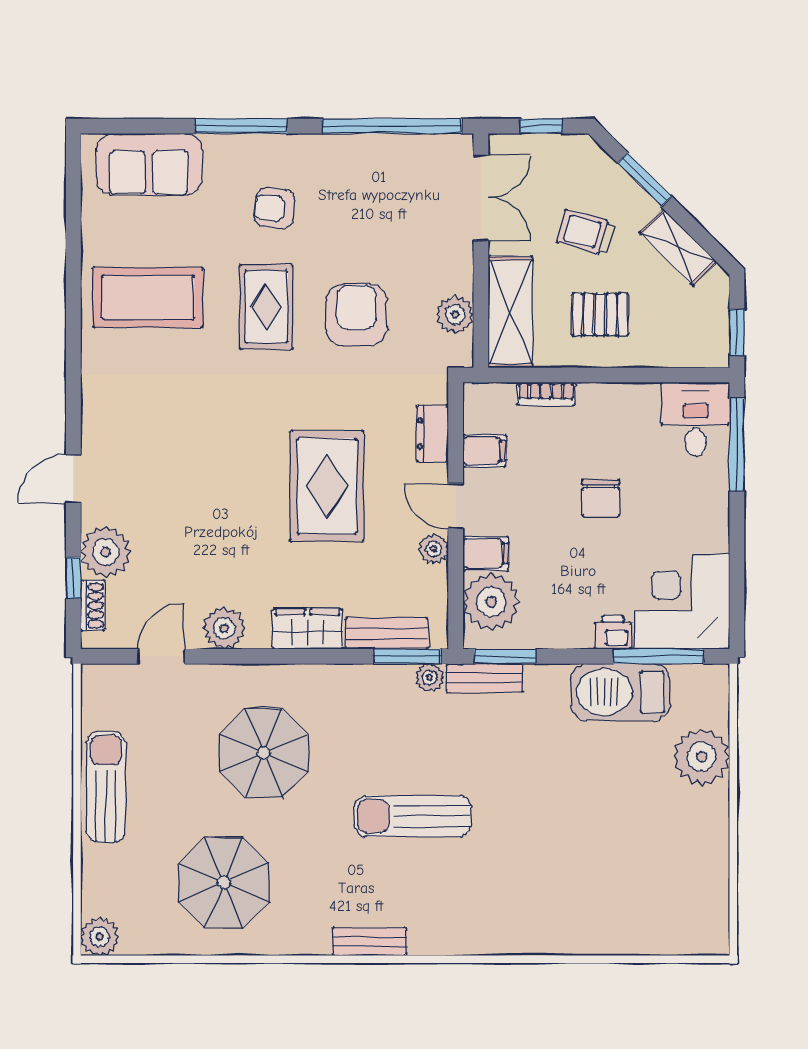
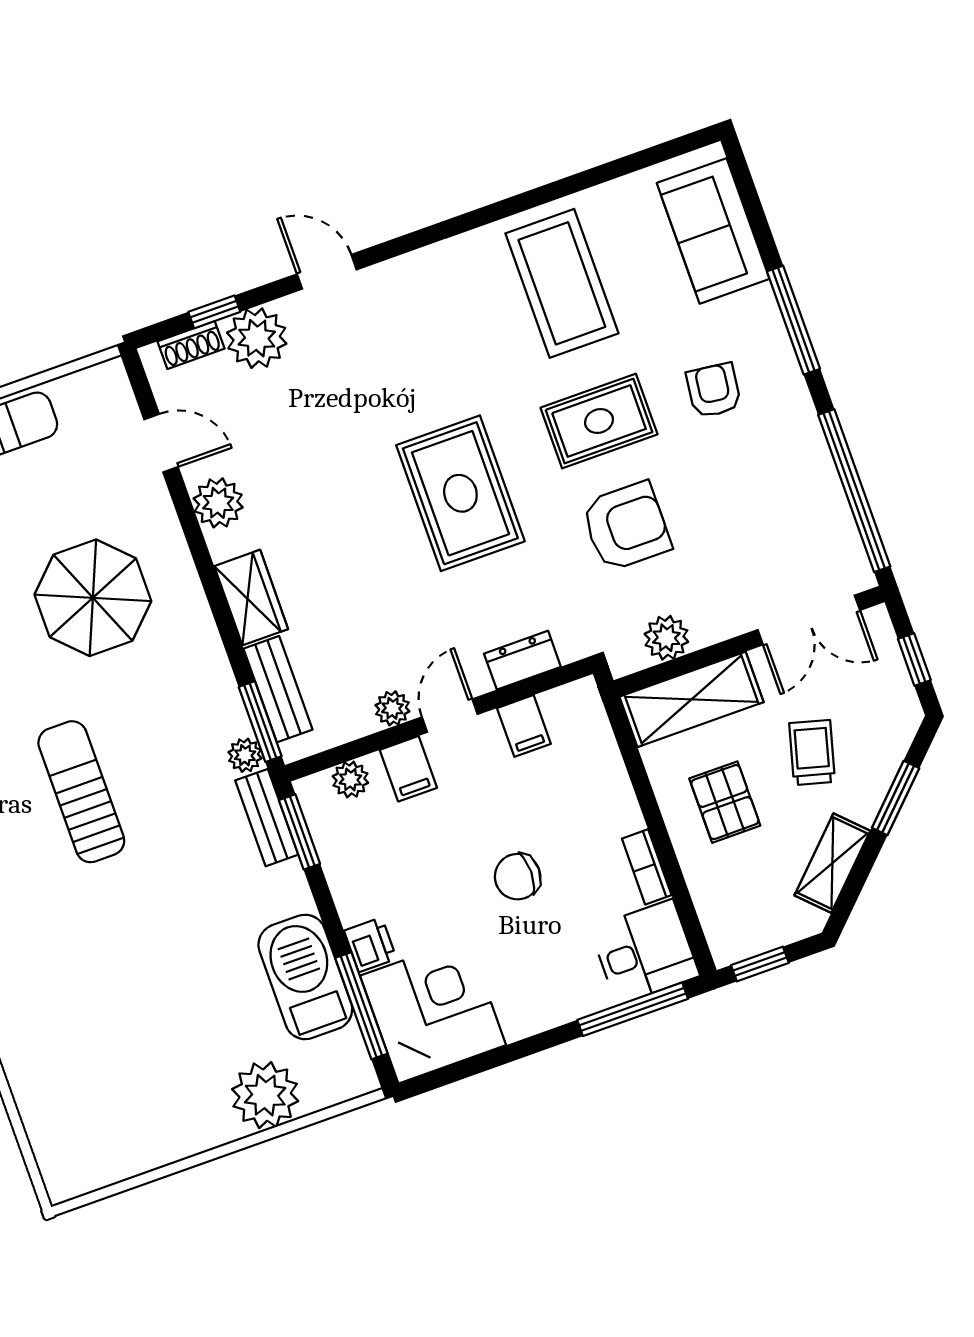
bookcase: (546, 394) -> (647, 867), moved
rug: (327, 486) -> (460, 493), moved, turned 90
plant: (491, 602) -> (350, 779), width x0.53, depth x0.53

